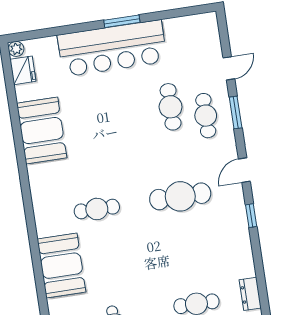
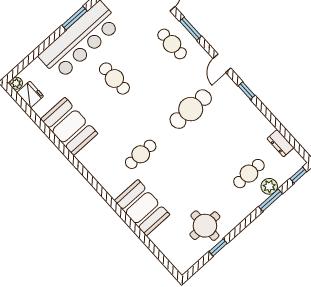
cafe table: (171, 107) -> (114, 79), moved

